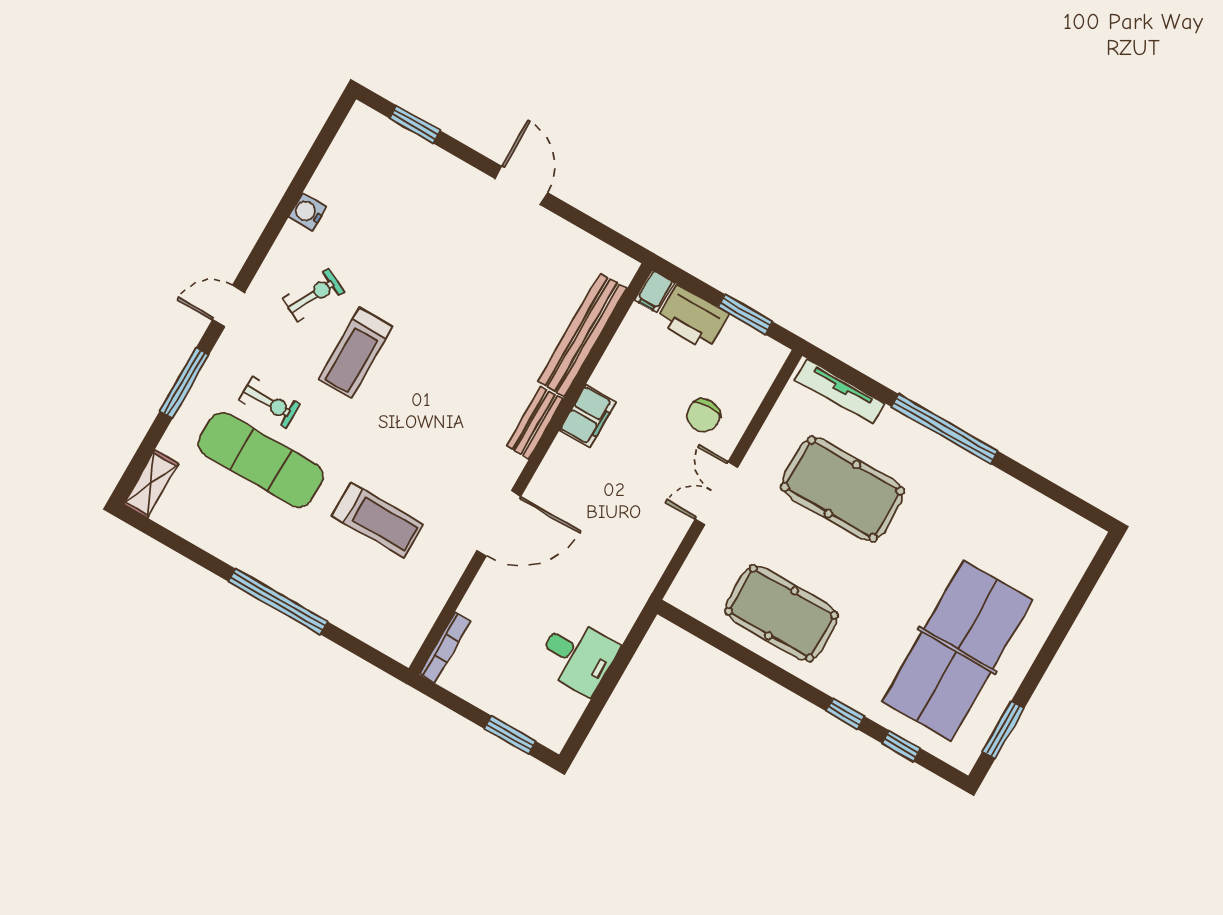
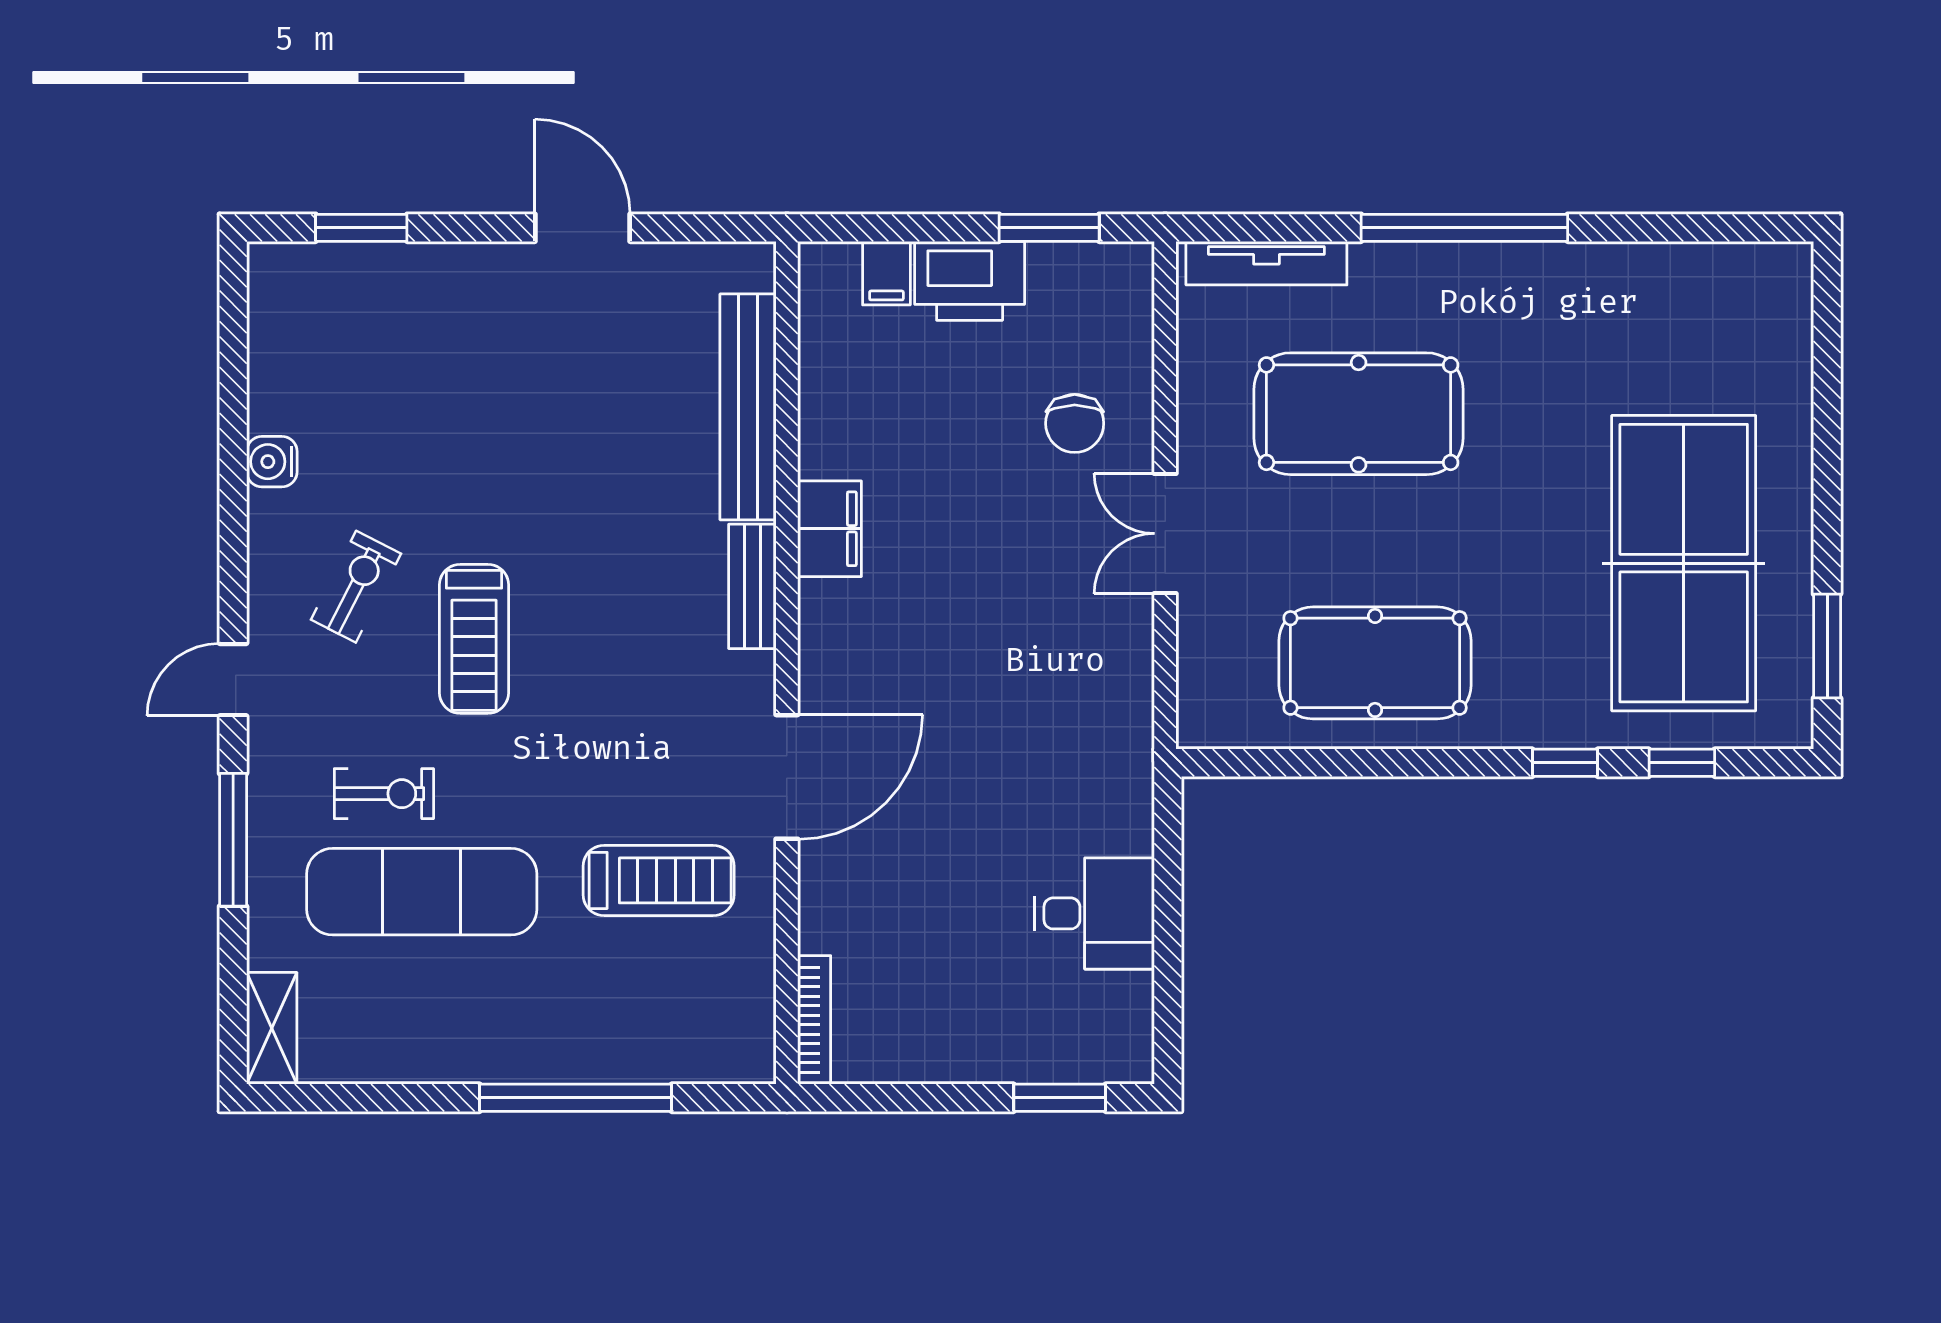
bench: (582, 335) -> (748, 407), moved
filing cabinet: (588, 416) -> (830, 529), moved
bench: (535, 422) -> (752, 586), moved
wall: (530, 469) -> (787, 663), moved
door: (499, 524) -> (787, 777), moved
bookcase: (445, 648) -> (814, 1020), moved

